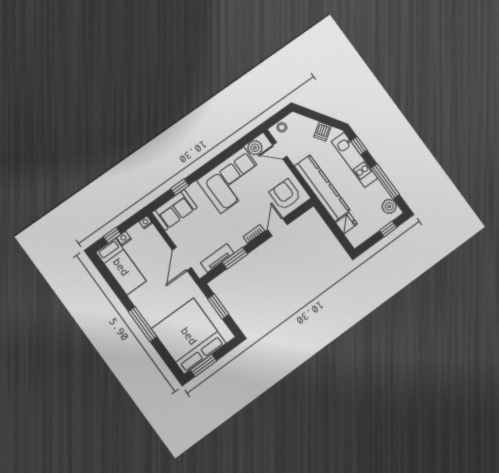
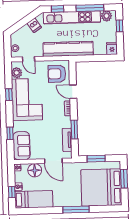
door: (280, 151) -> (28, 59), hinge flipped
window: (224, 156) -> (9, 95), added
kitchen unit: (355, 160) -> (72, 17), width x1.36
fridge: (346, 223) -> (112, 48), moved
floor lamp: (156, 245) -> (35, 170), added
window: (204, 365) -> (124, 179), moved

